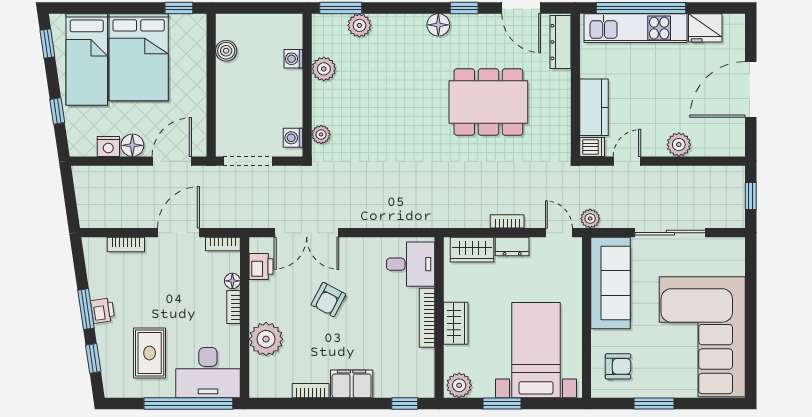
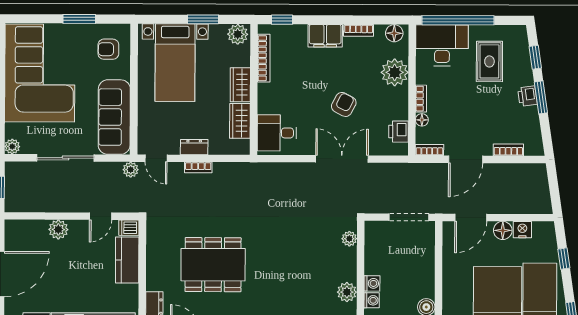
washing machine: (293, 138) -> (372, 283), moved
double door: (307, 233) -> (342, 159), moved
plant: (736, 246) -> (12, 147), added
wardrobe: (472, 250) -> (240, 121), moved, turned -90
bookcase: (427, 318) -> (264, 58), moved
floor lamp: (267, 387) -> (394, 33), added

